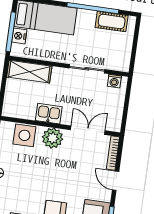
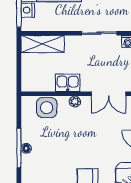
double door: (88, 130) -> (109, 94), swing flipped
plant: (53, 138) -> (75, 102), width x0.53, depth x0.53

